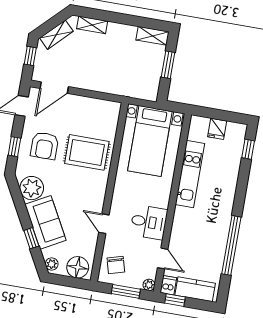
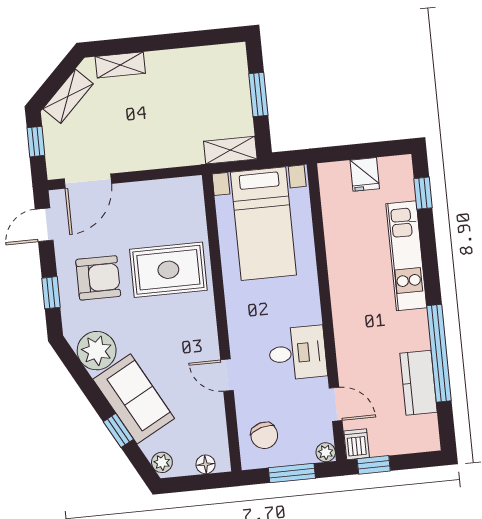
shelving: (152, 36) -> (230, 150), moved
armchair: (45, 146) -> (98, 278), turned -90
kitchen unit: (190, 174) -> (406, 256), moved, turned 180
floor lamp: (78, 267) -> (206, 464), width x0.53, depth x0.53
kitchen counter: (195, 289) -> (418, 383), moved, turned -90

